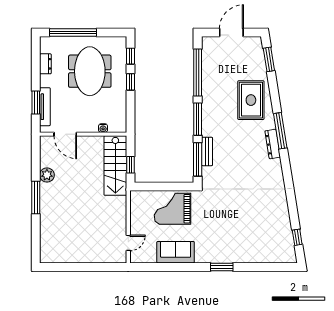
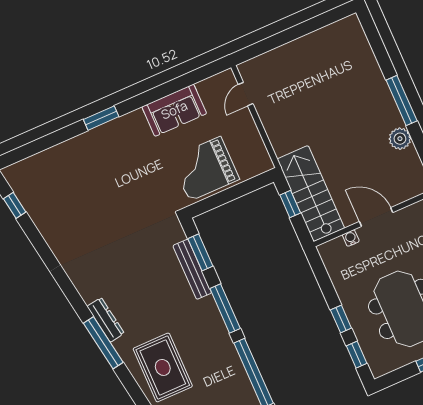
door: (65, 134) -> (376, 217), moved
bench: (207, 151) -> (192, 269), width x1.36
window: (198, 159) -> (200, 252), width x0.69
grand piano: (172, 209) -> (205, 169), turned 180

